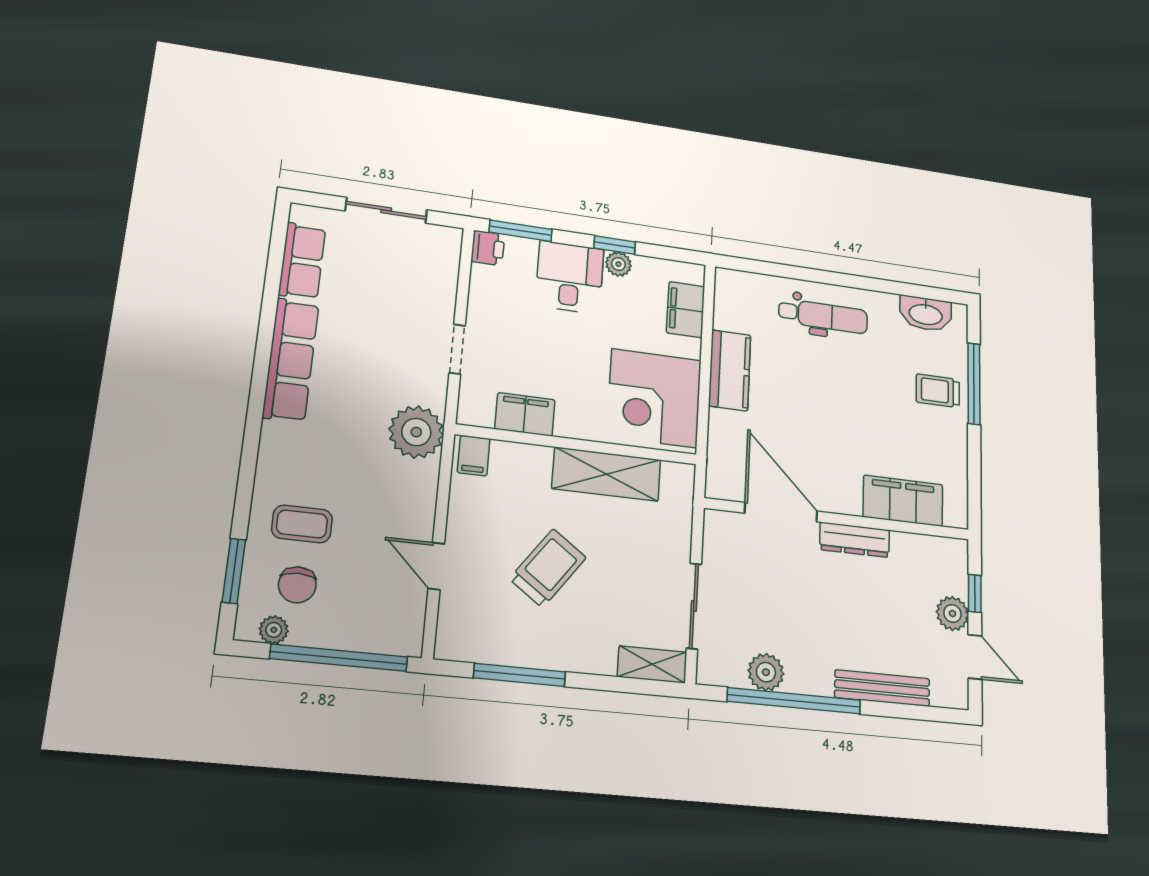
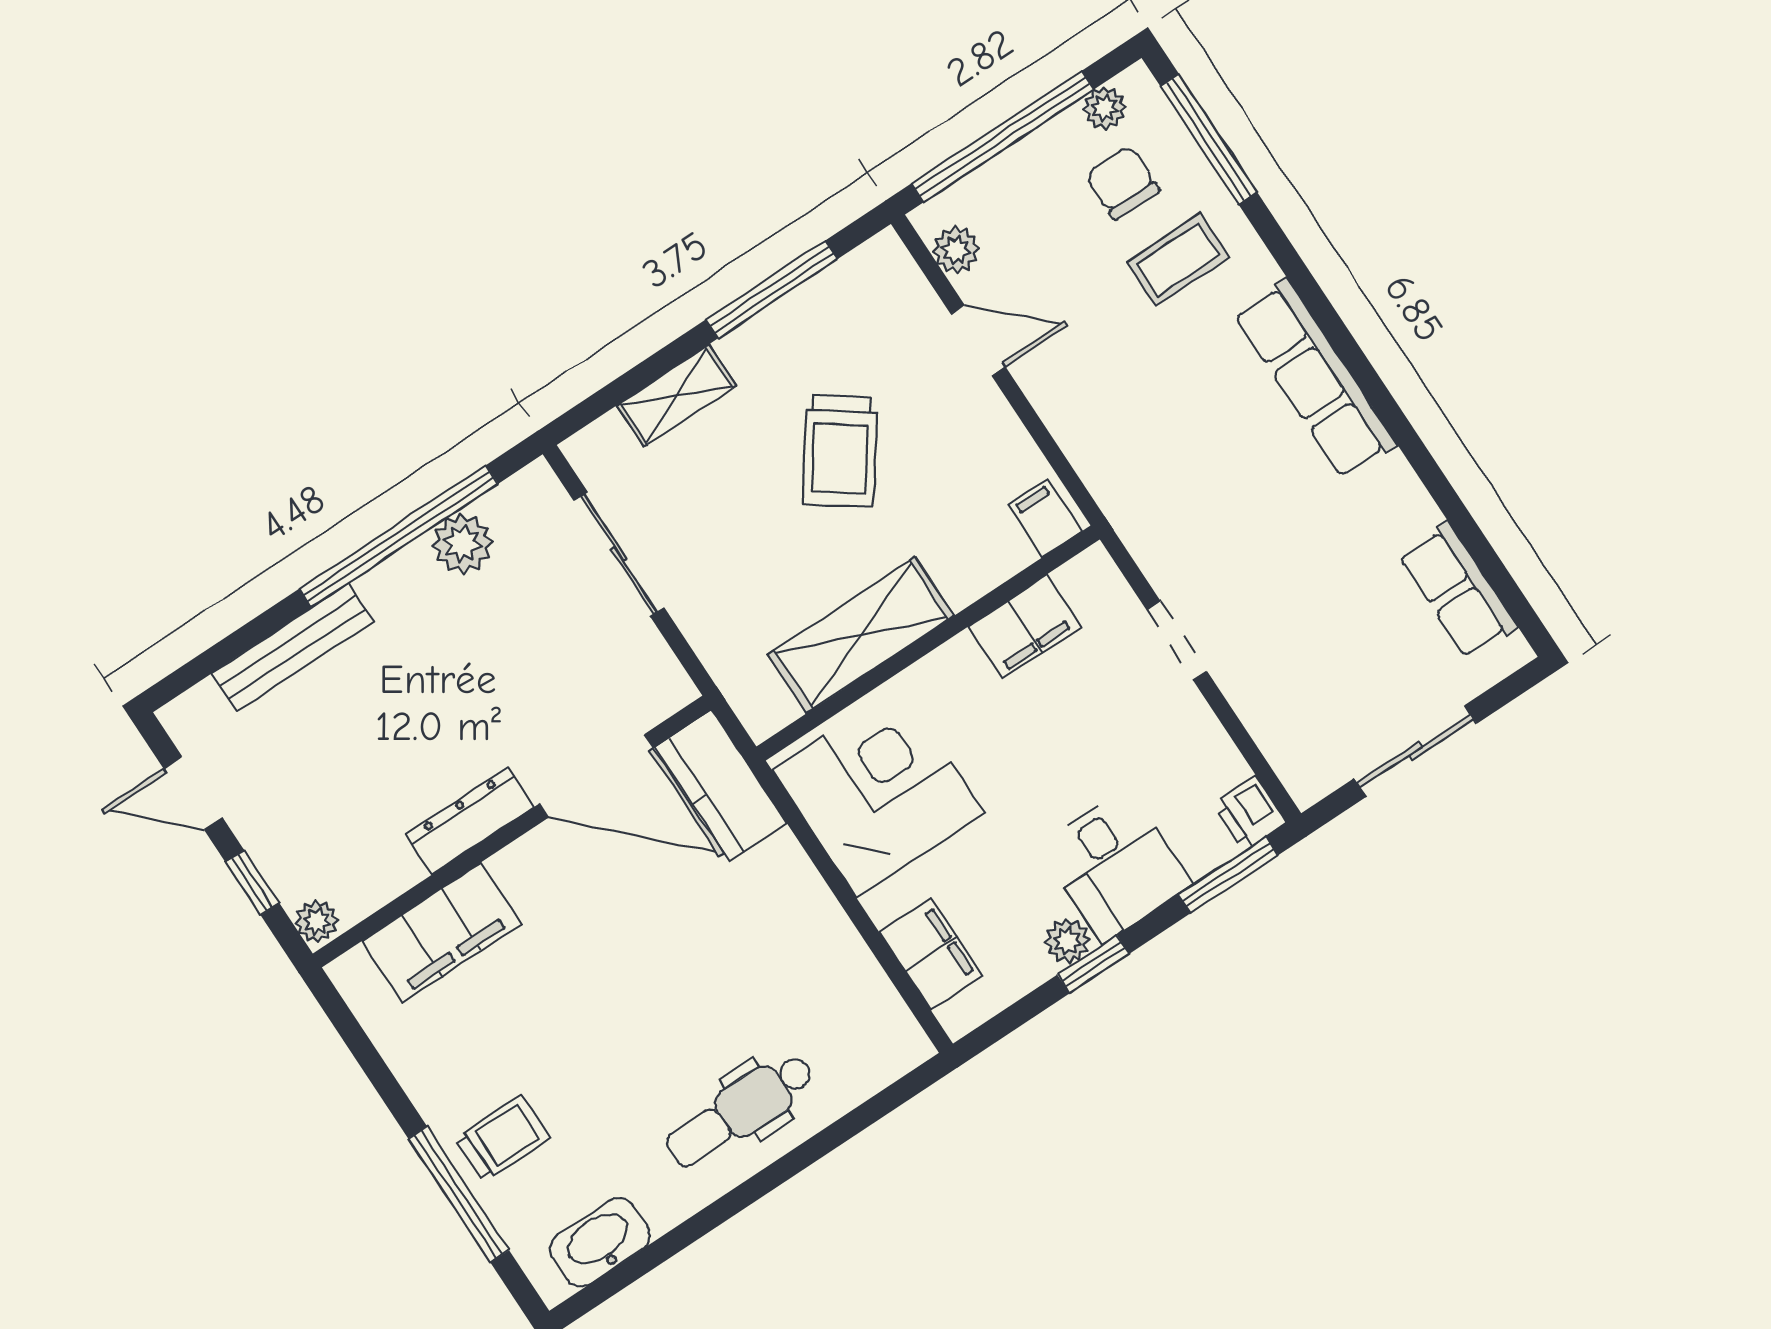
row of seats: (291, 360) -> (1315, 379), moved
kitchen counter: (730, 370) -> (721, 785), moved
plant: (416, 432) -> (956, 250), moved, width x0.53, depth x0.53
window: (234, 571) -> (1209, 139), width x1.44
plant: (952, 613) -> (317, 921), moved, width x0.73, depth x0.73
shelving: (652, 664) -> (676, 396), moved

